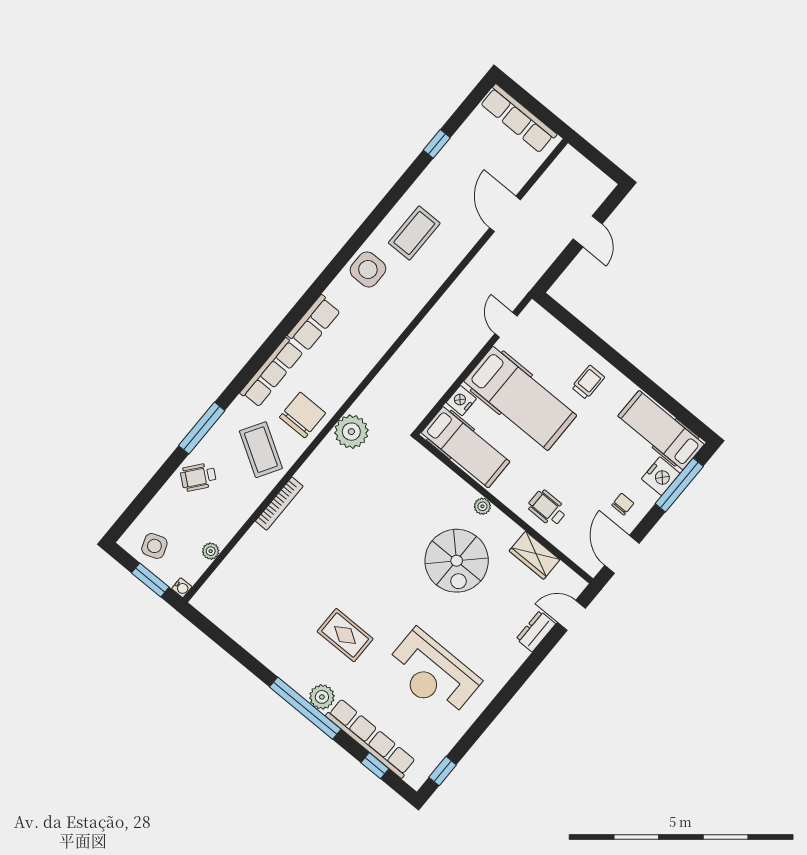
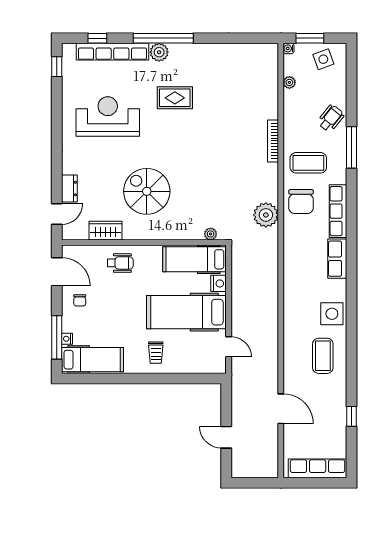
coffee table: (261, 450) -> (308, 163), turned -31
nightstand: (661, 476) -> (67, 339), width x0.53, depth x0.56
plant: (482, 506) -> (211, 234), moved

